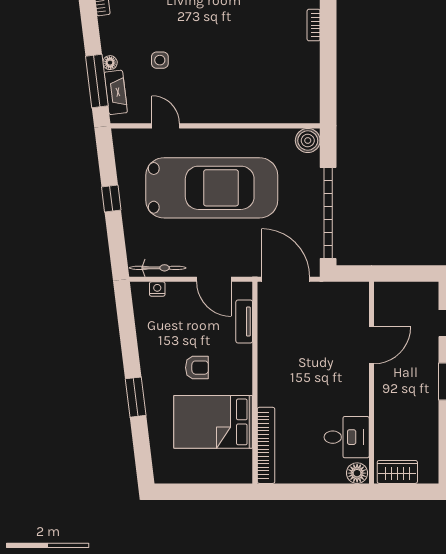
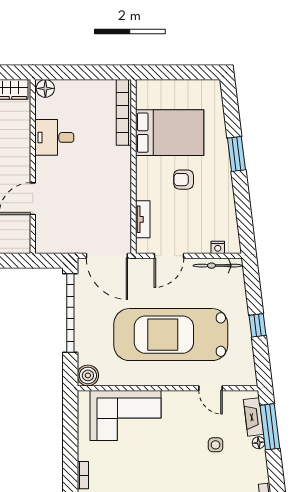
corner sofa: (264, 94) -> (126, 415), added
door: (214, 279) -> (169, 256), swing flipped
desk: (347, 437) -> (54, 137), moved

